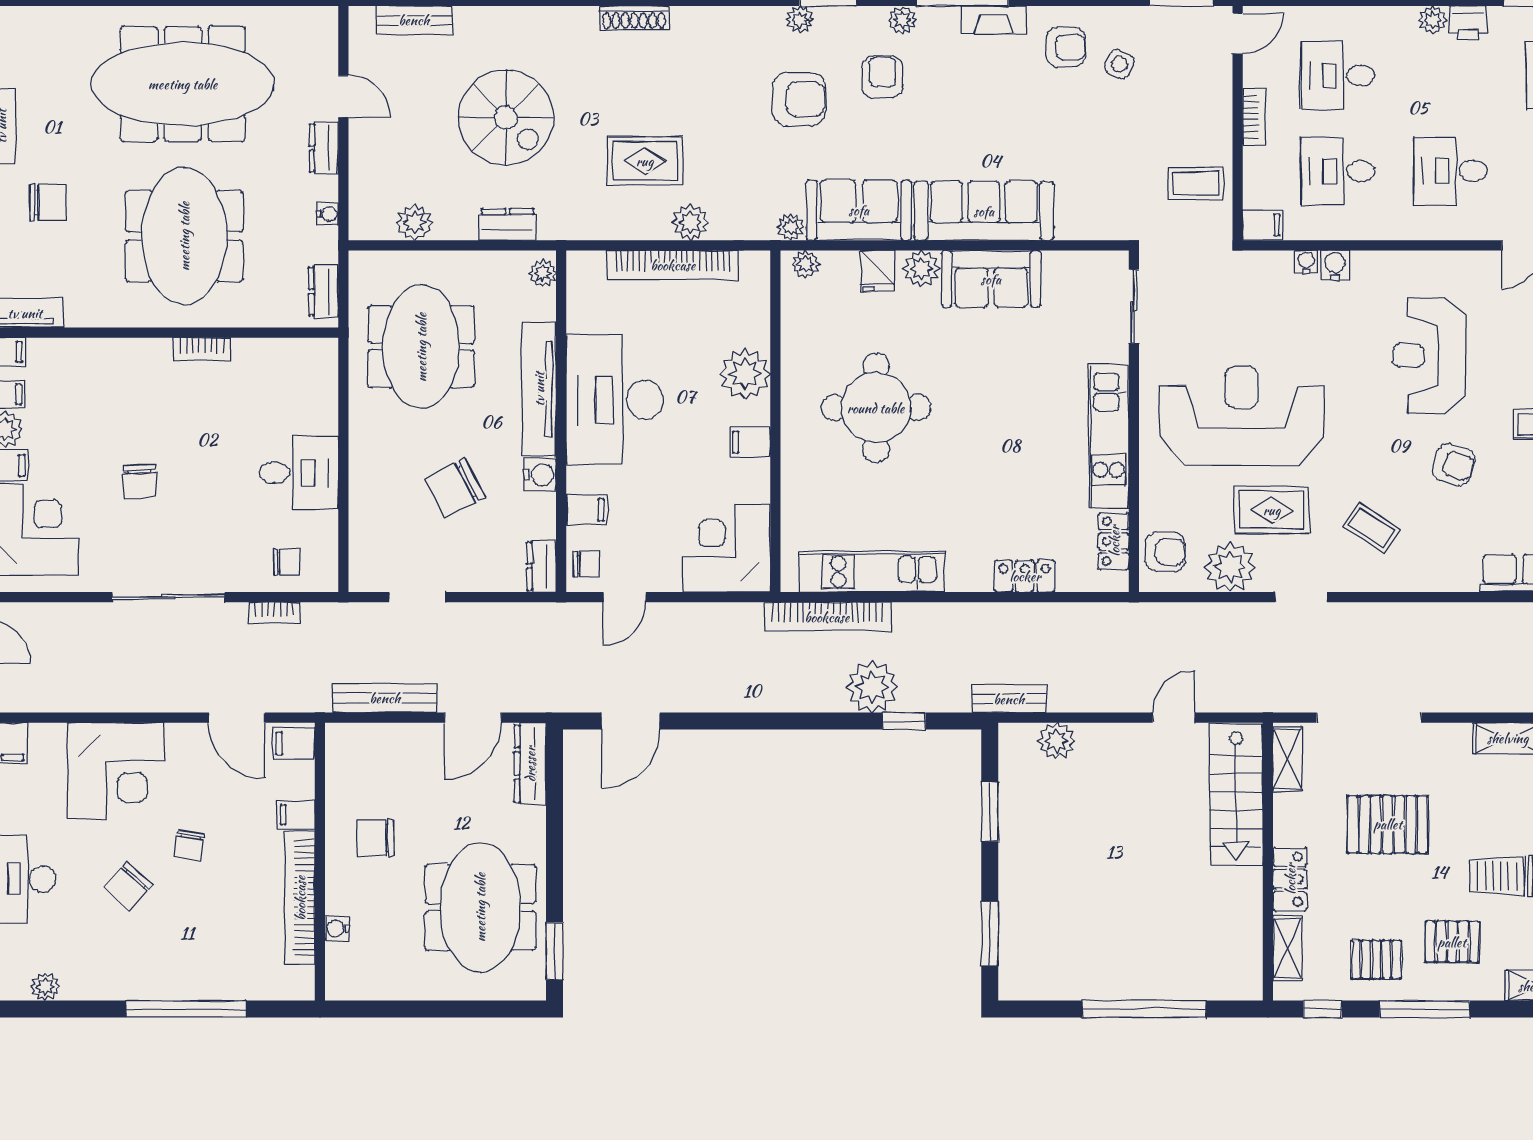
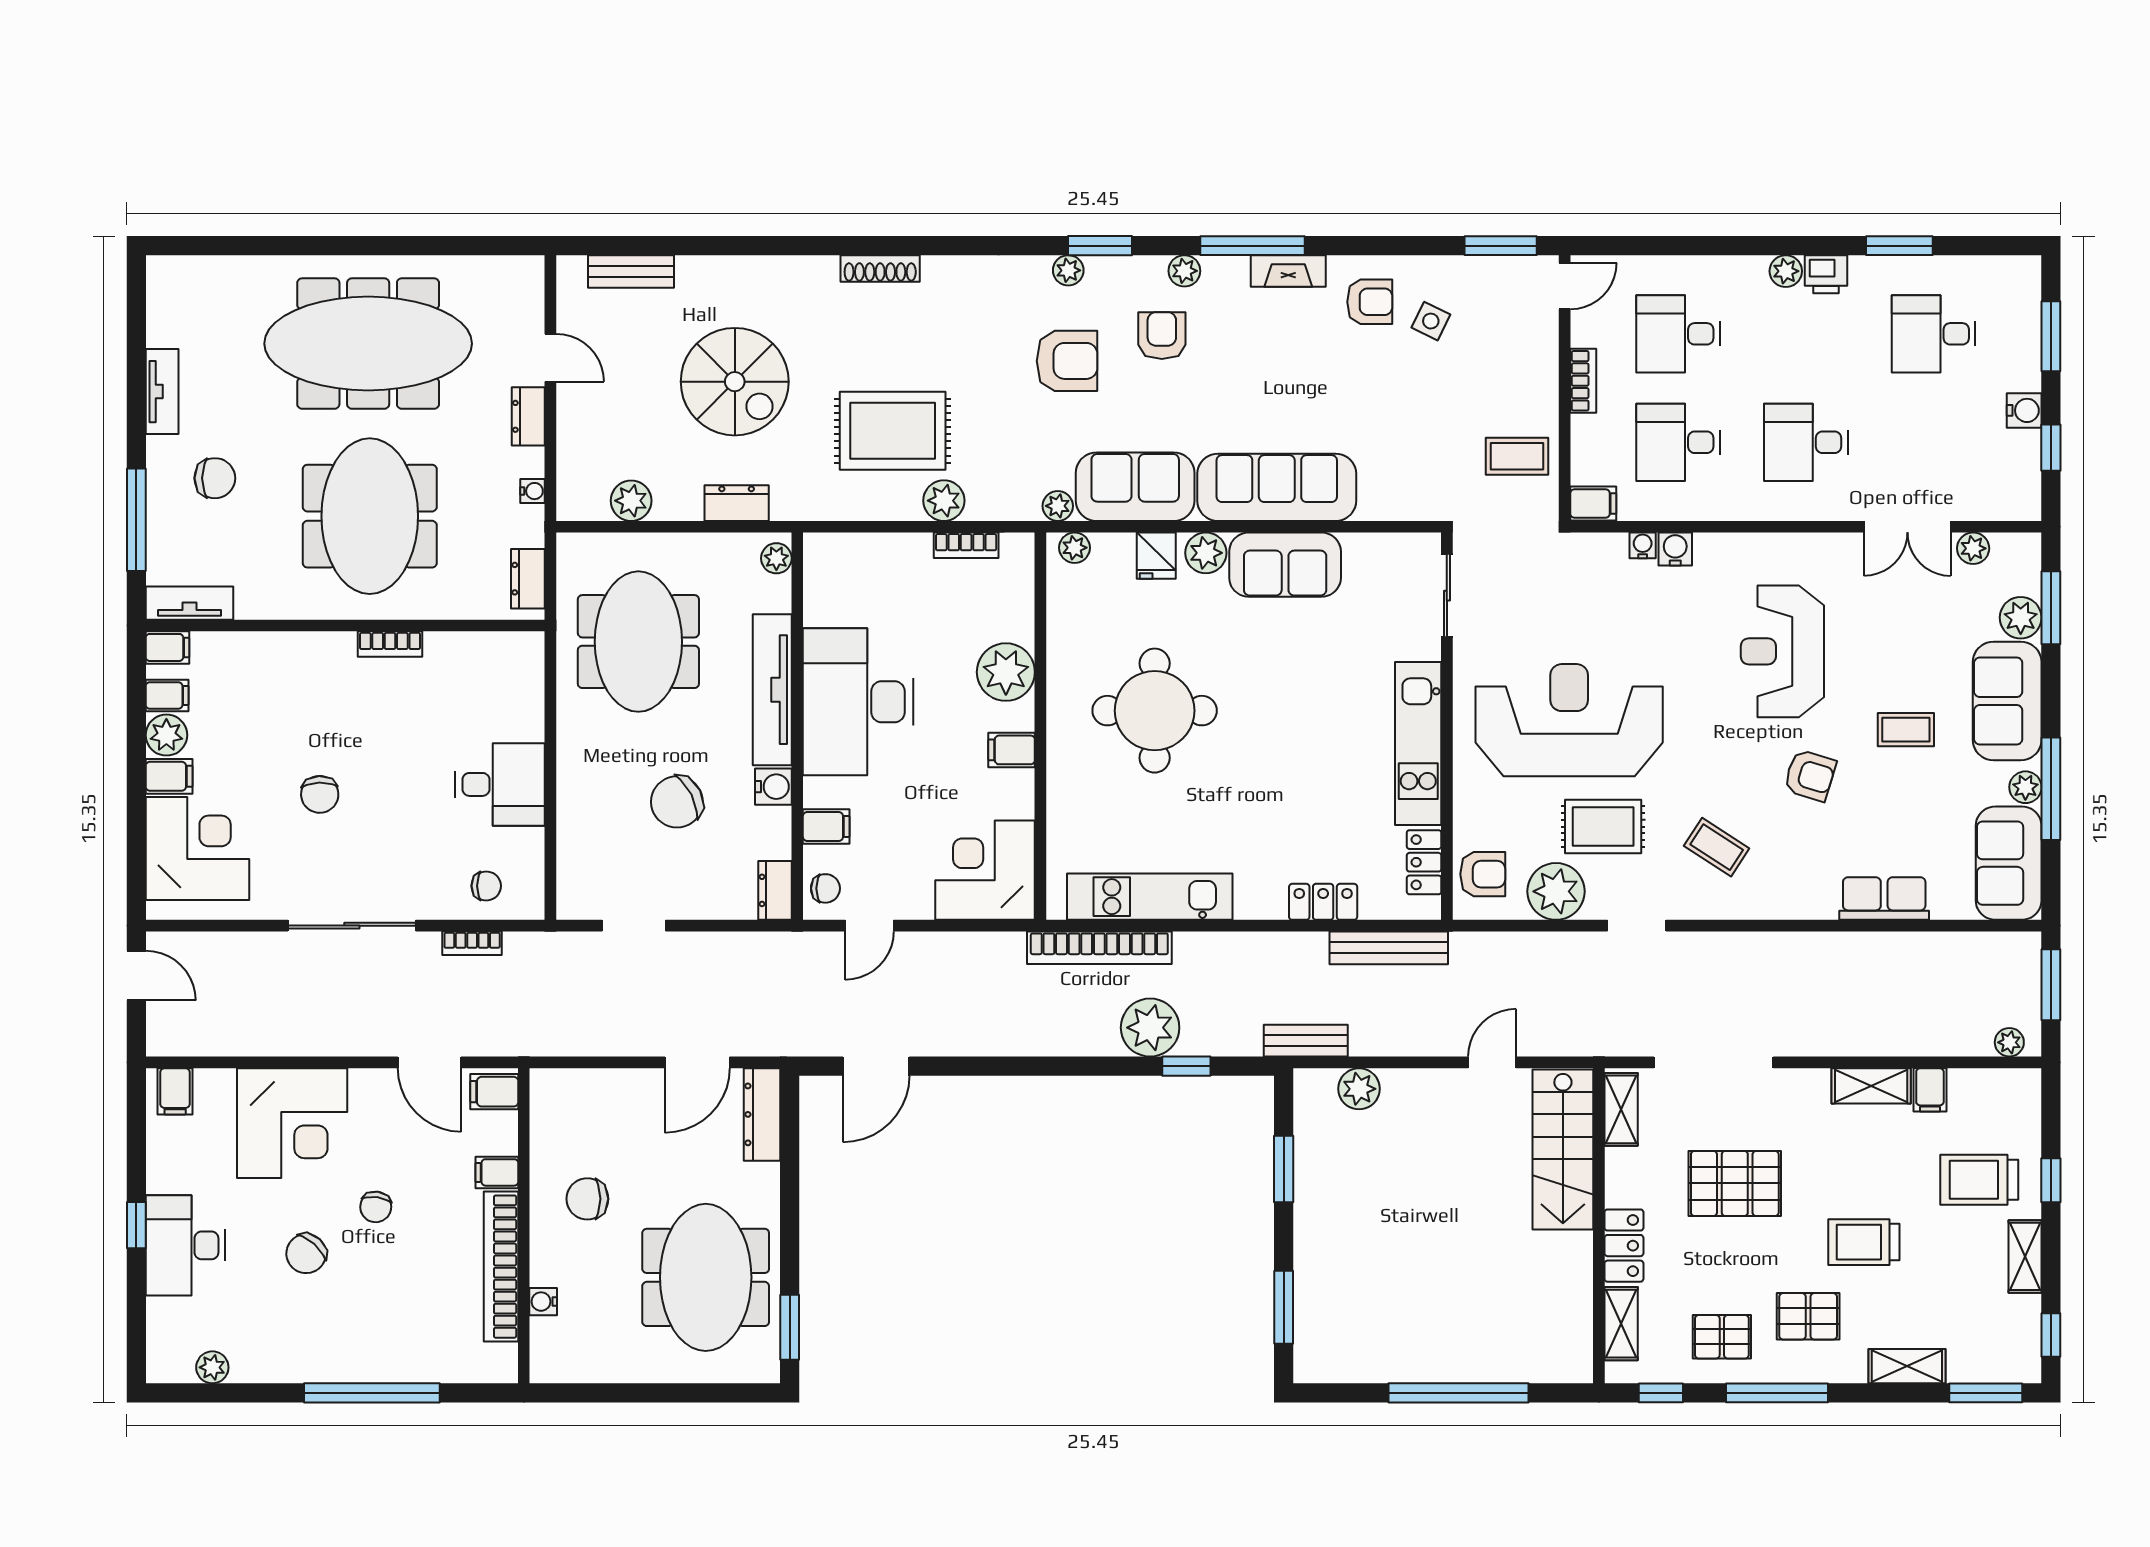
rug: (645, 161) -> (893, 431), width x1.36, depth x1.43
bookcase: (673, 265) -> (966, 545), width x0.43, depth x0.76
bench: (385, 698) -> (1389, 948), moved

